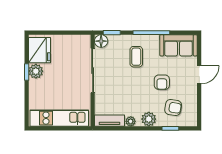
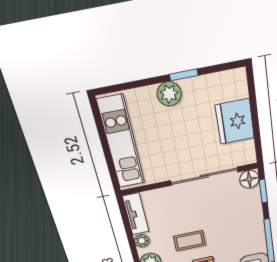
fridge: (39, 50) -> (235, 122), moved, turned 90
coffee table: (136, 57) -> (189, 241), moved
plant: (36, 71) -> (169, 94), moved

